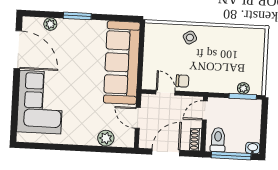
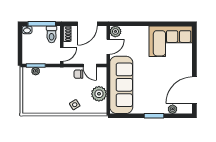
door: (18, 50) -> (194, 90), hinge flipped
plant: (154, 51) -> (99, 94), added
corner sofa: (40, 102) -> (171, 41), moved, turned -90
door: (138, 118) -> (108, 47), hinge flipped
plant: (106, 138) -> (115, 31), moved

